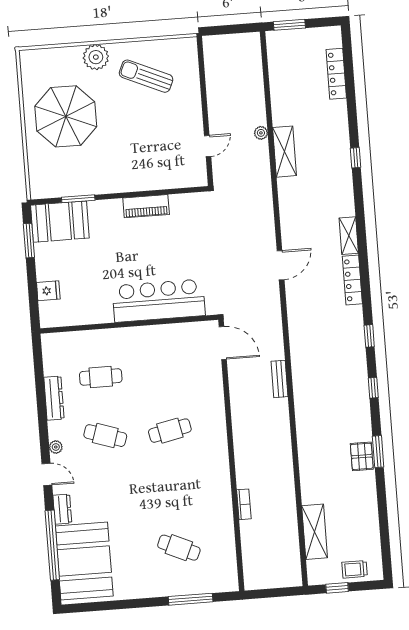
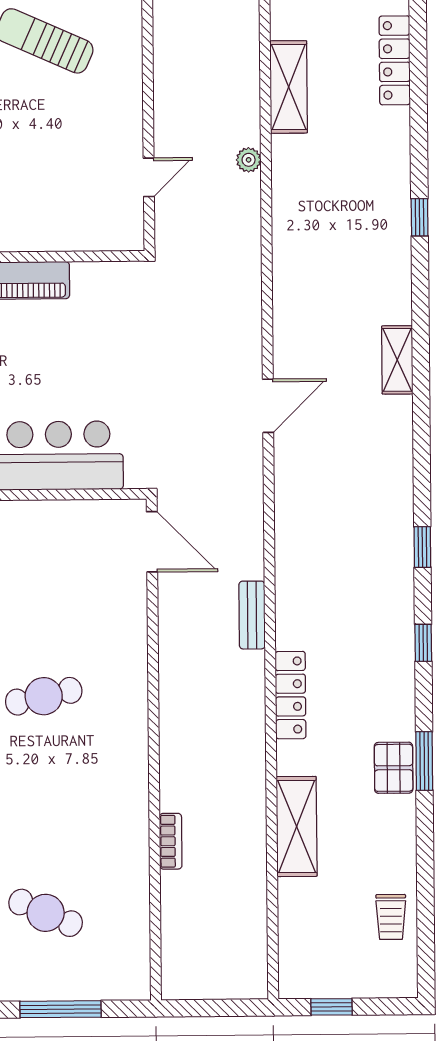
shelving: (284, 152) -> (289, 87), moved
locker: (352, 280) -> (290, 695), moved, turned 180
shelving: (315, 532) -> (297, 827), moved
trolley: (355, 569) -> (391, 917), moved, turned -90

